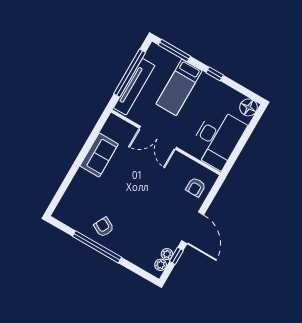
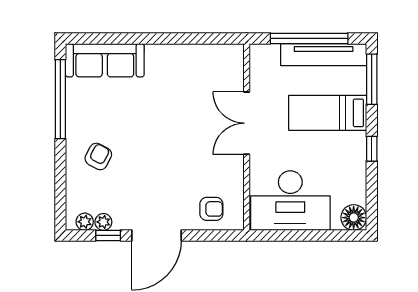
tv unit: (134, 87) -> (324, 55), moved
sofa: (99, 155) -> (105, 60), moved, width x1.36
armchair: (196, 187) -> (211, 209), turned 180
armchair: (104, 227) -> (98, 156), moved
window: (97, 247) -> (60, 99), moved

